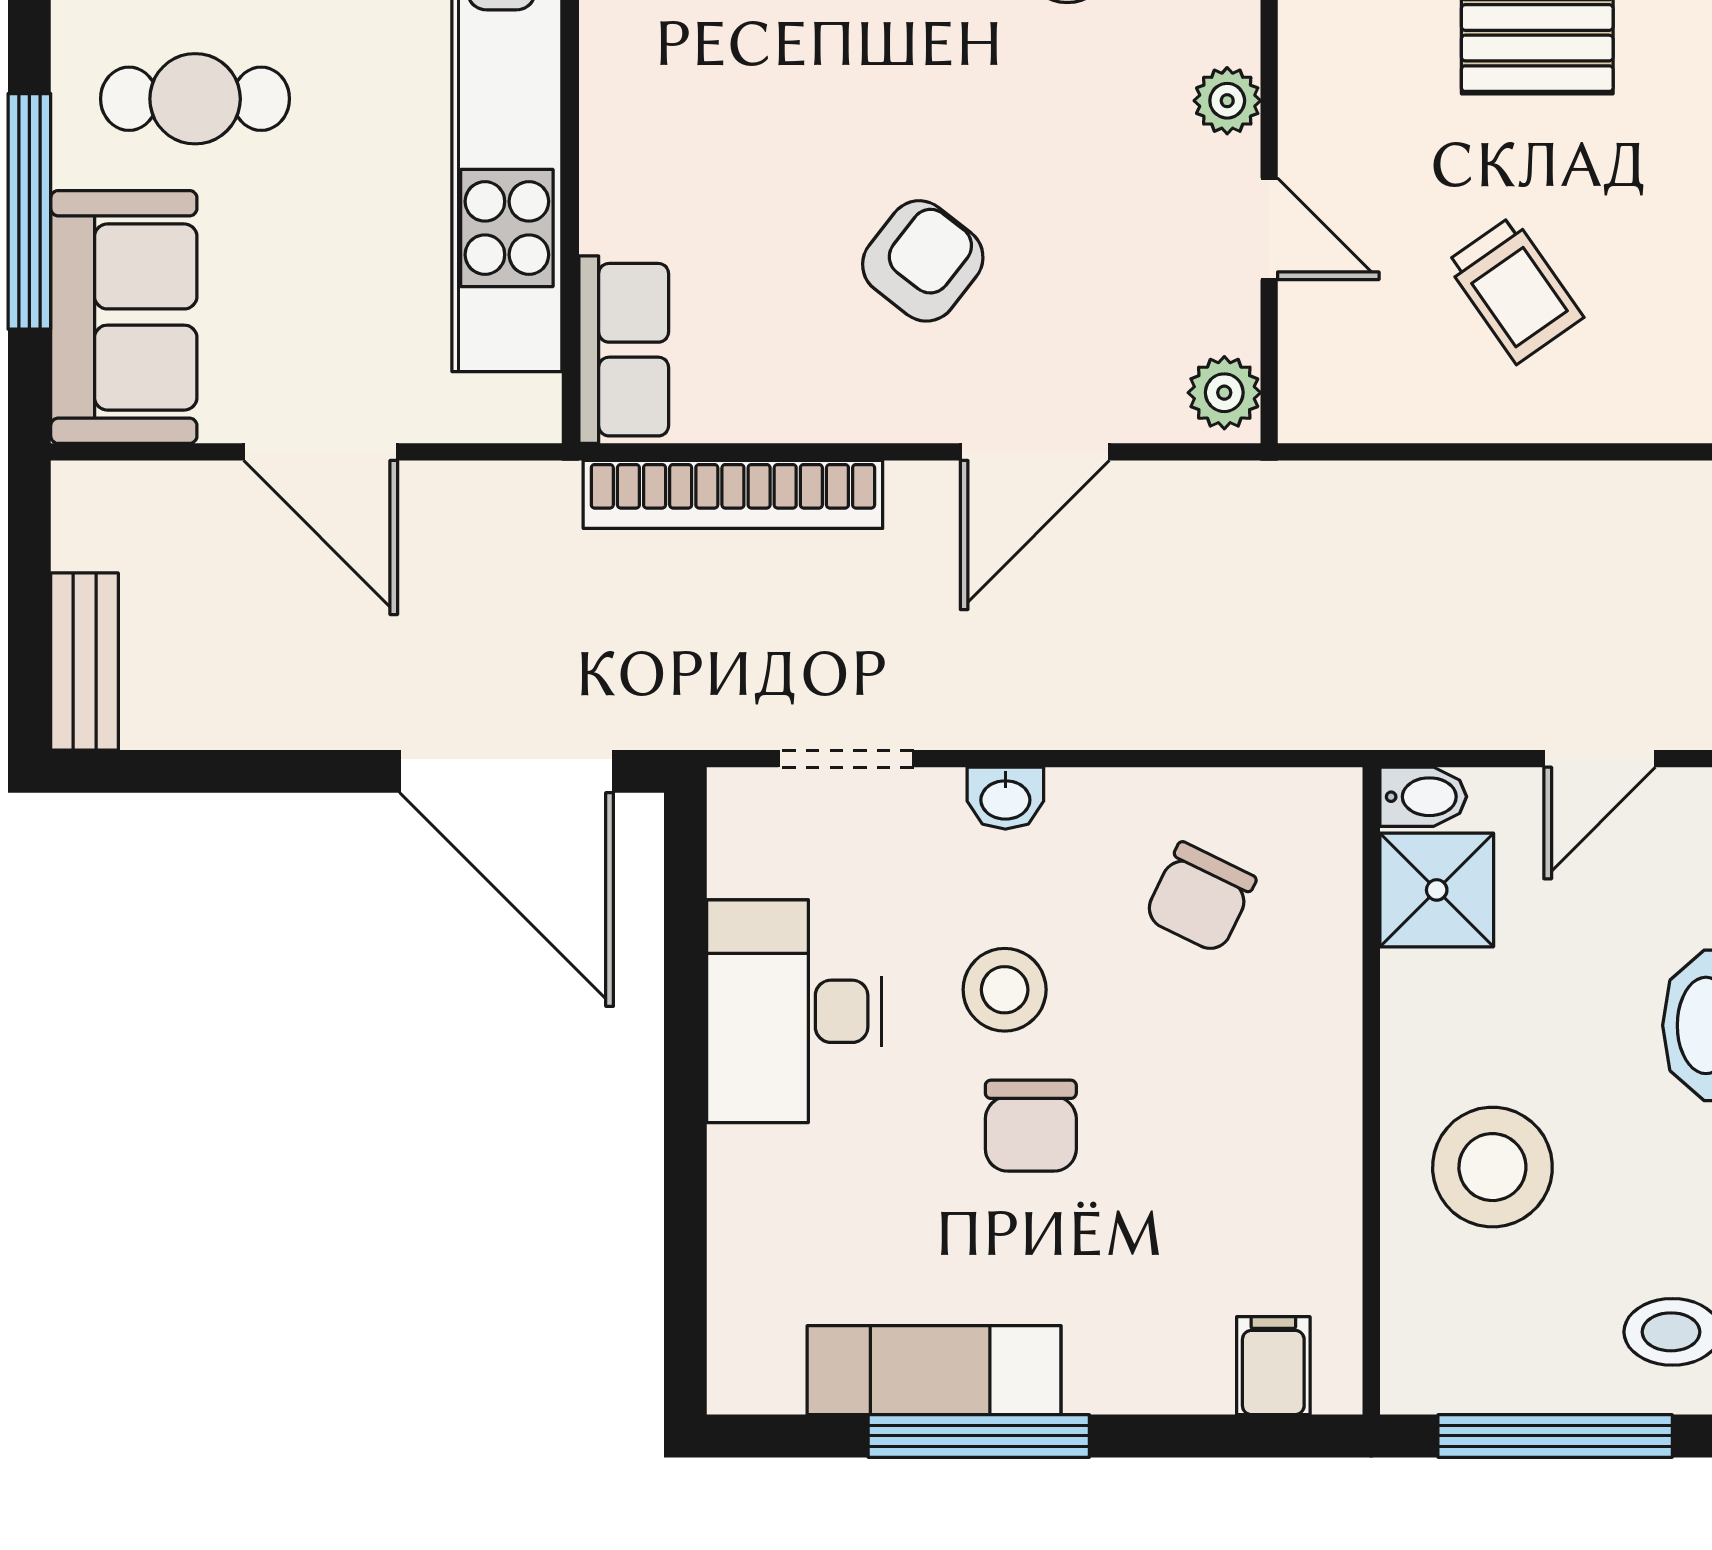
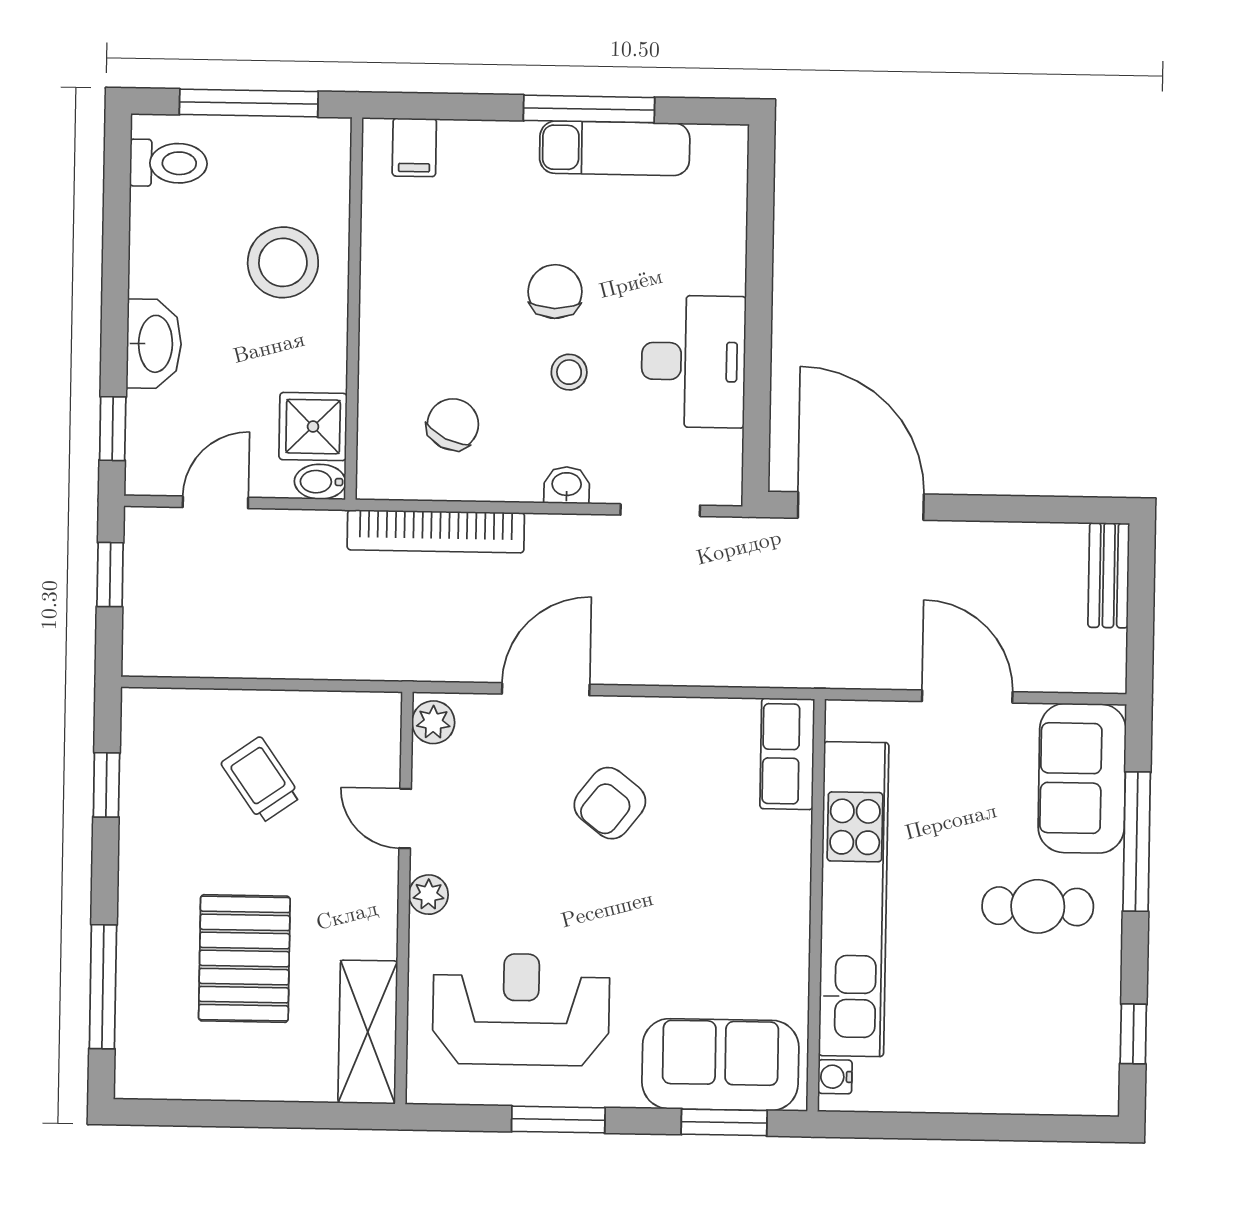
bookcase: (733, 494) -> (436, 531), moved, turned 180
stool: (1005, 990) -> (569, 372), width x0.73, depth x0.73

